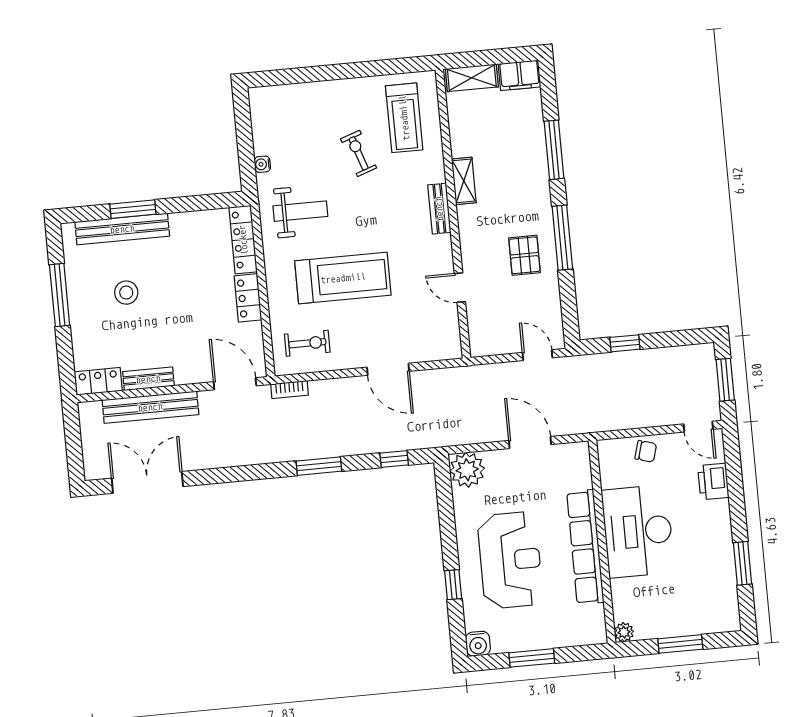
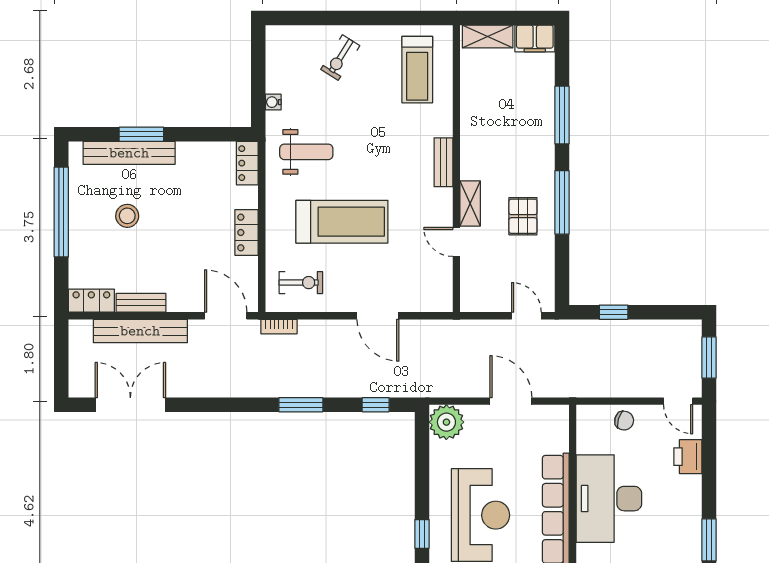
exercise bike: (359, 153) -> (340, 58), moved, turned -129
shelving: (464, 181) -> (470, 203), moved
locker: (243, 240) -> (247, 163), width x0.66
window: (60, 295) -> (61, 212), width x1.46

